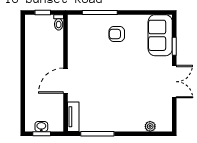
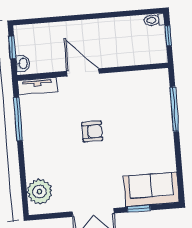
toilet: (59, 22) -> (154, 20), moved
armchair: (117, 34) -> (92, 132), moved, turned 90
plant: (150, 126) -> (39, 192), width x1.87, depth x1.87
washbasin: (41, 127) -> (23, 64), moved

